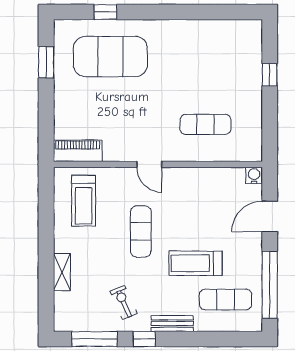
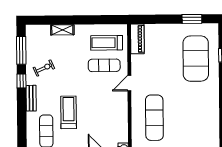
exercise mat: (205, 124) -> (154, 118), width x1.36, depth x1.45
exercise mat: (141, 231) -> (104, 65), moved

